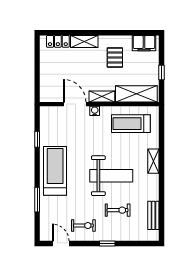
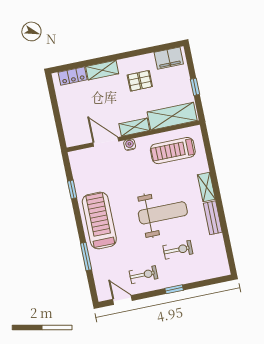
pallet: (115, 57) -> (140, 81), turned 90
bench: (153, 215) -> (213, 218), moved

